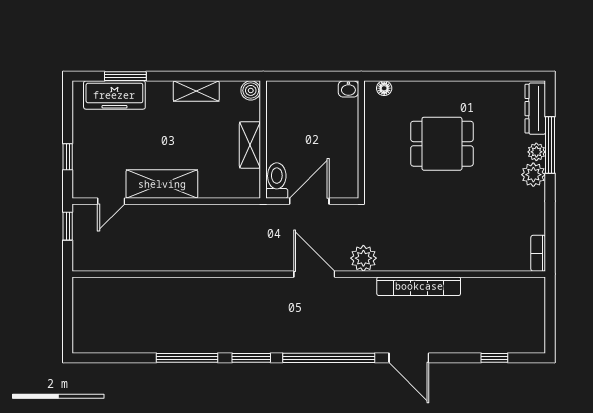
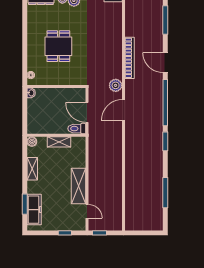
window: (187, 358) -> (165, 193), moved
door: (409, 358) -> (165, 63), swing flipped
window: (494, 358) -> (165, 20), width x2.17

